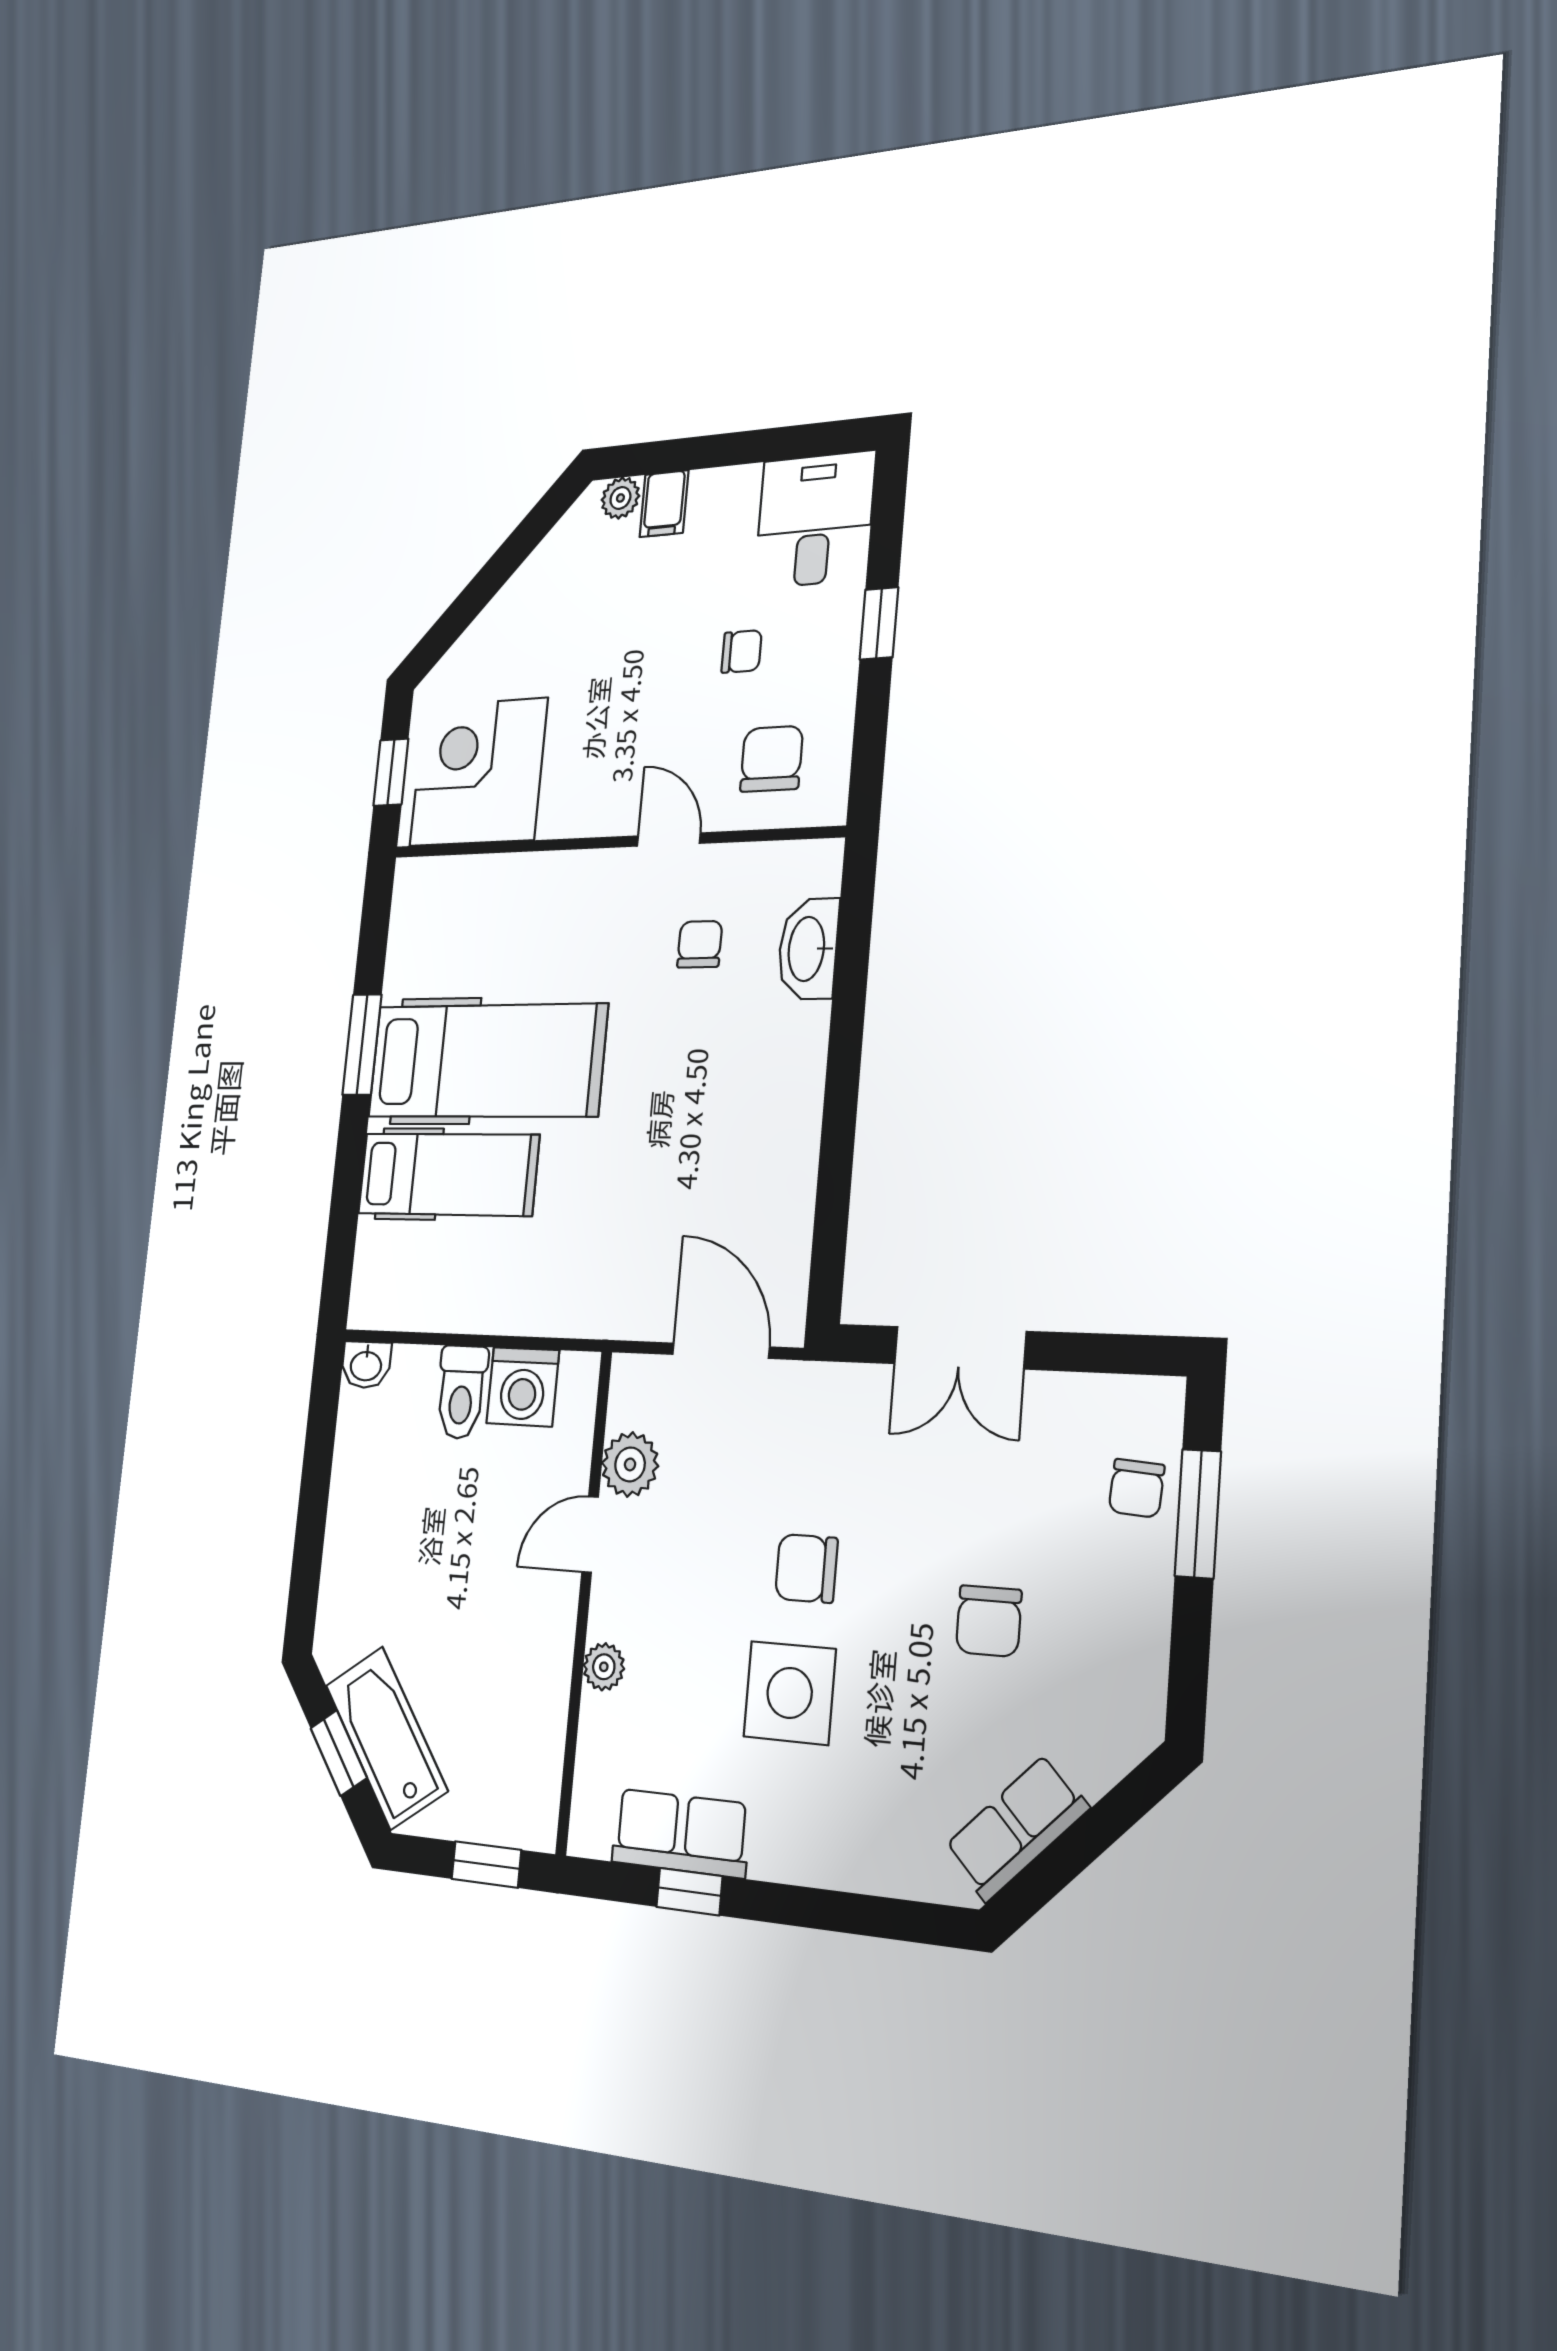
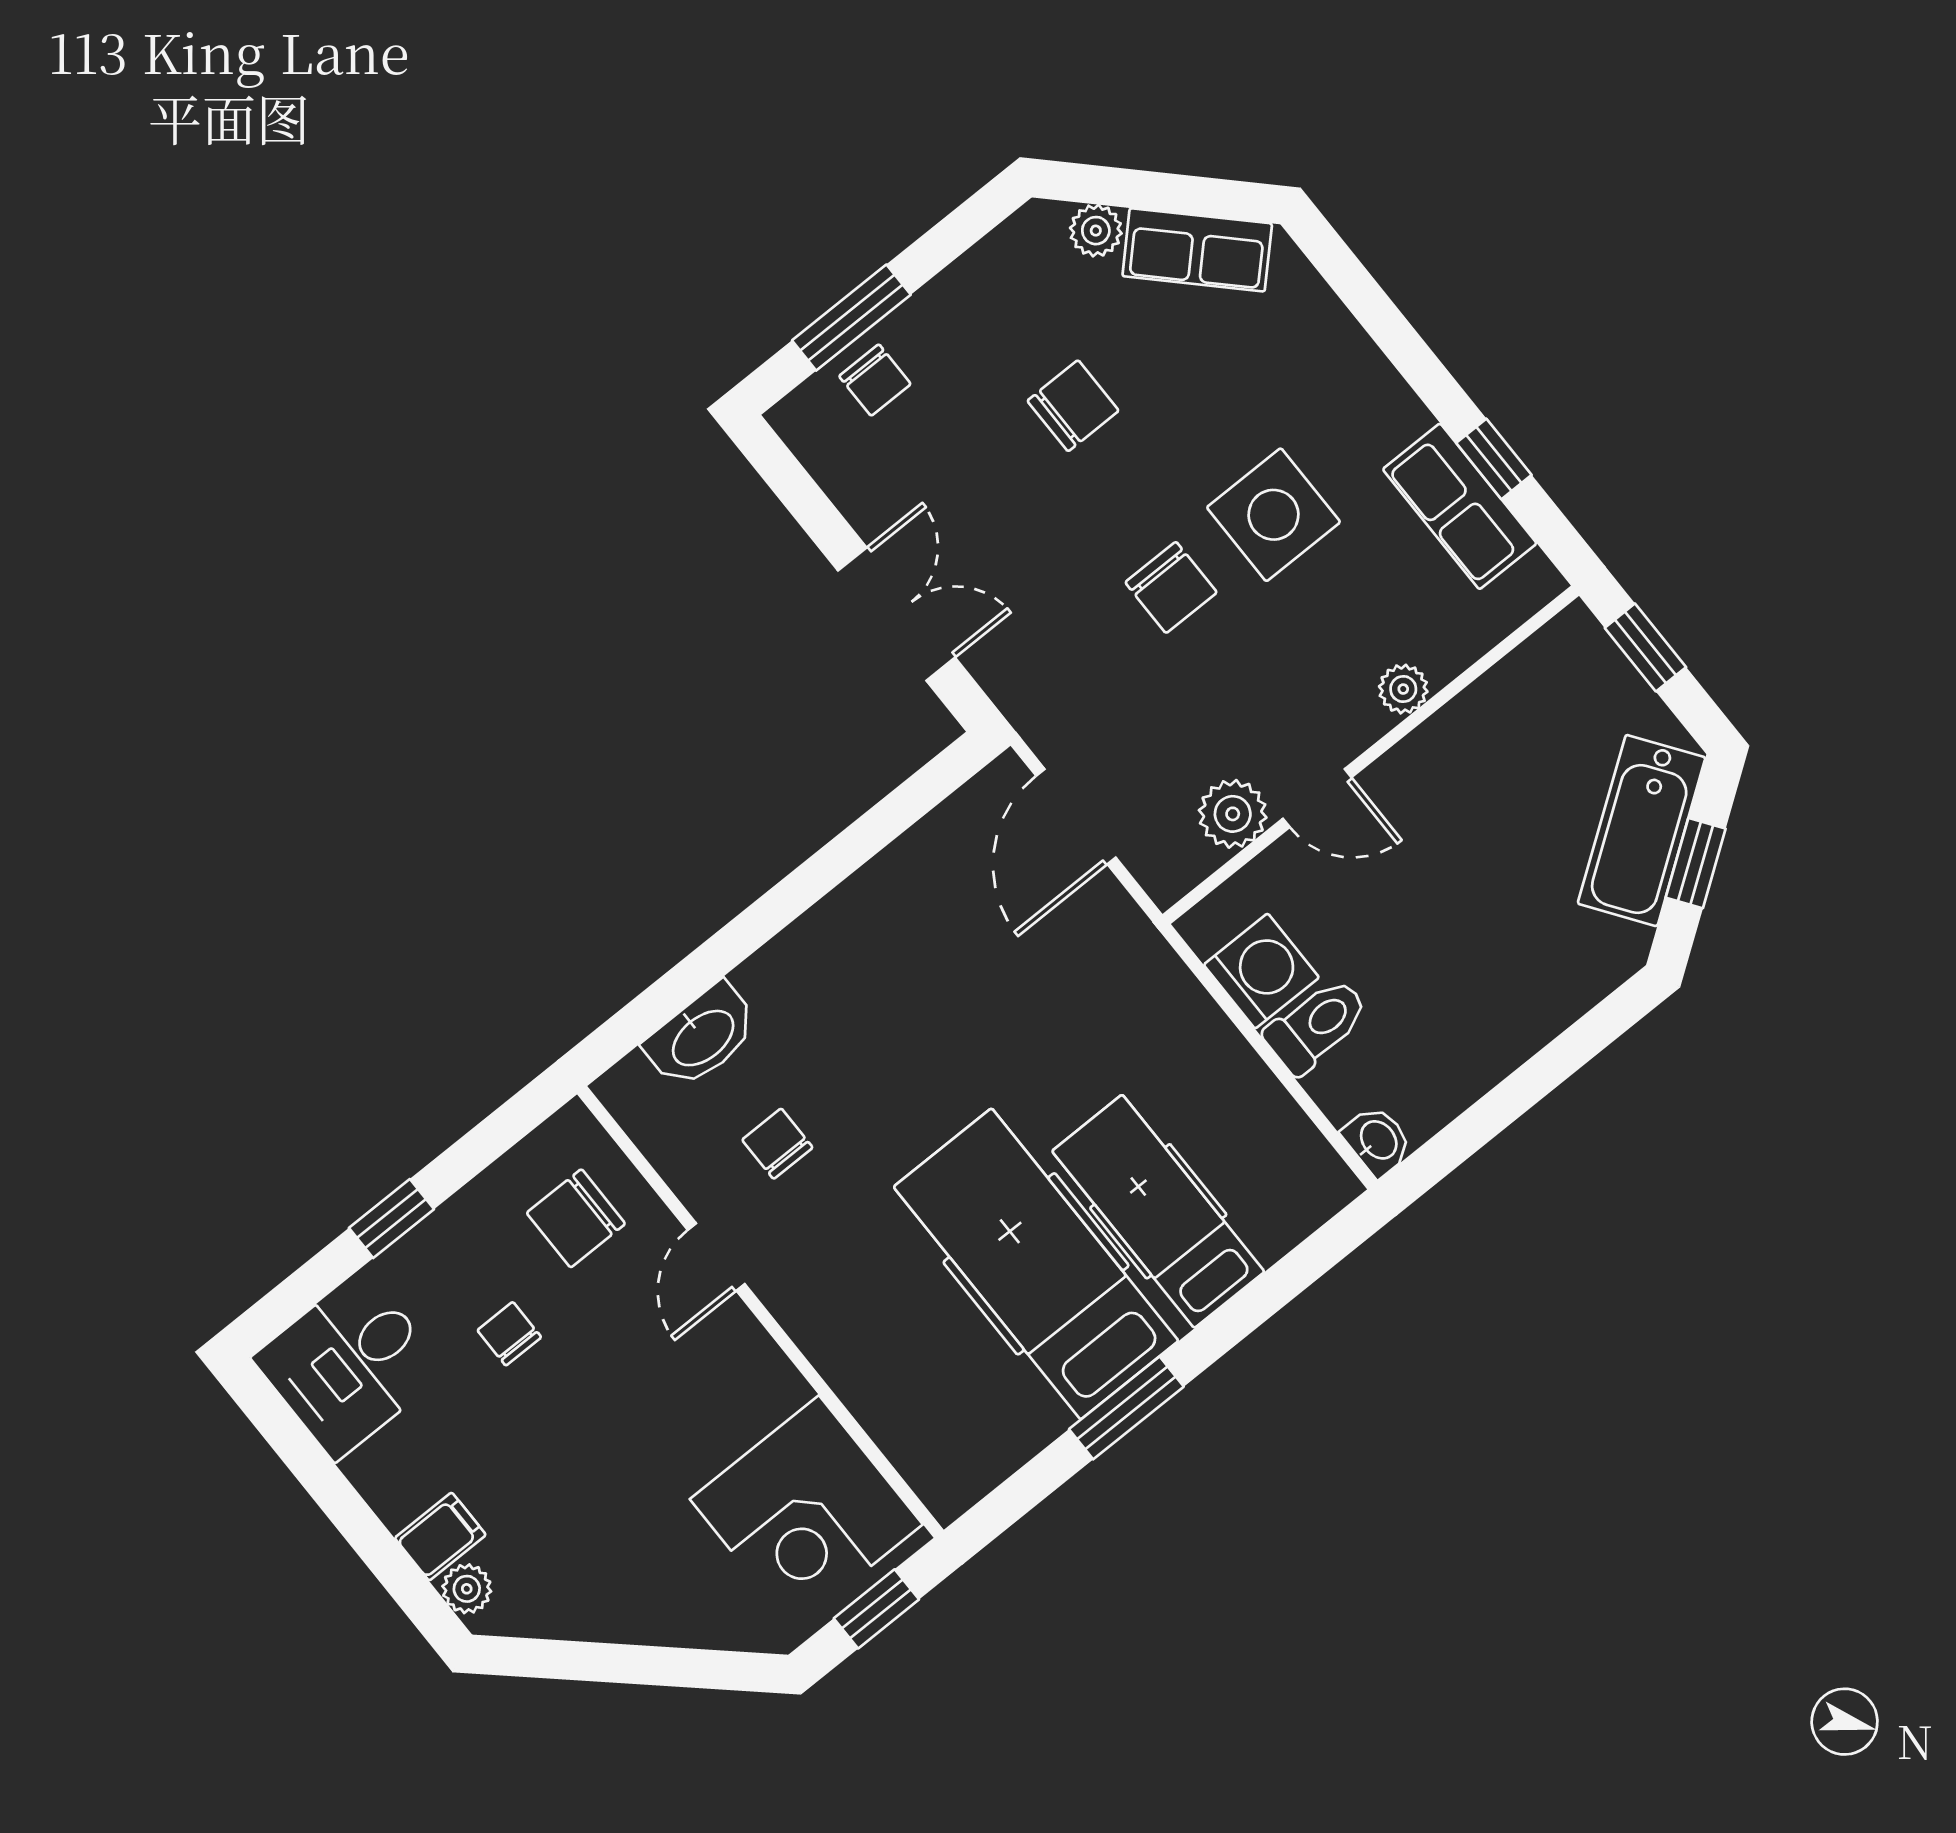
chair: (700, 944) -> (777, 1144), turned 90
chair: (1137, 1488) -> (875, 380), turned 86
plant: (1097, 1765) -> (1096, 231), added

